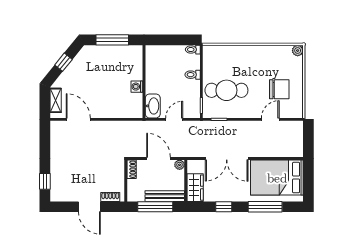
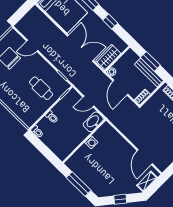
cafe table: (226, 90) -> (41, 88), width x0.73, depth x0.74
wardrobe: (195, 188) -> (108, 57), moved
bench: (165, 196) -> (149, 73), moved
window: (155, 207) -> (150, 61), width x0.69

